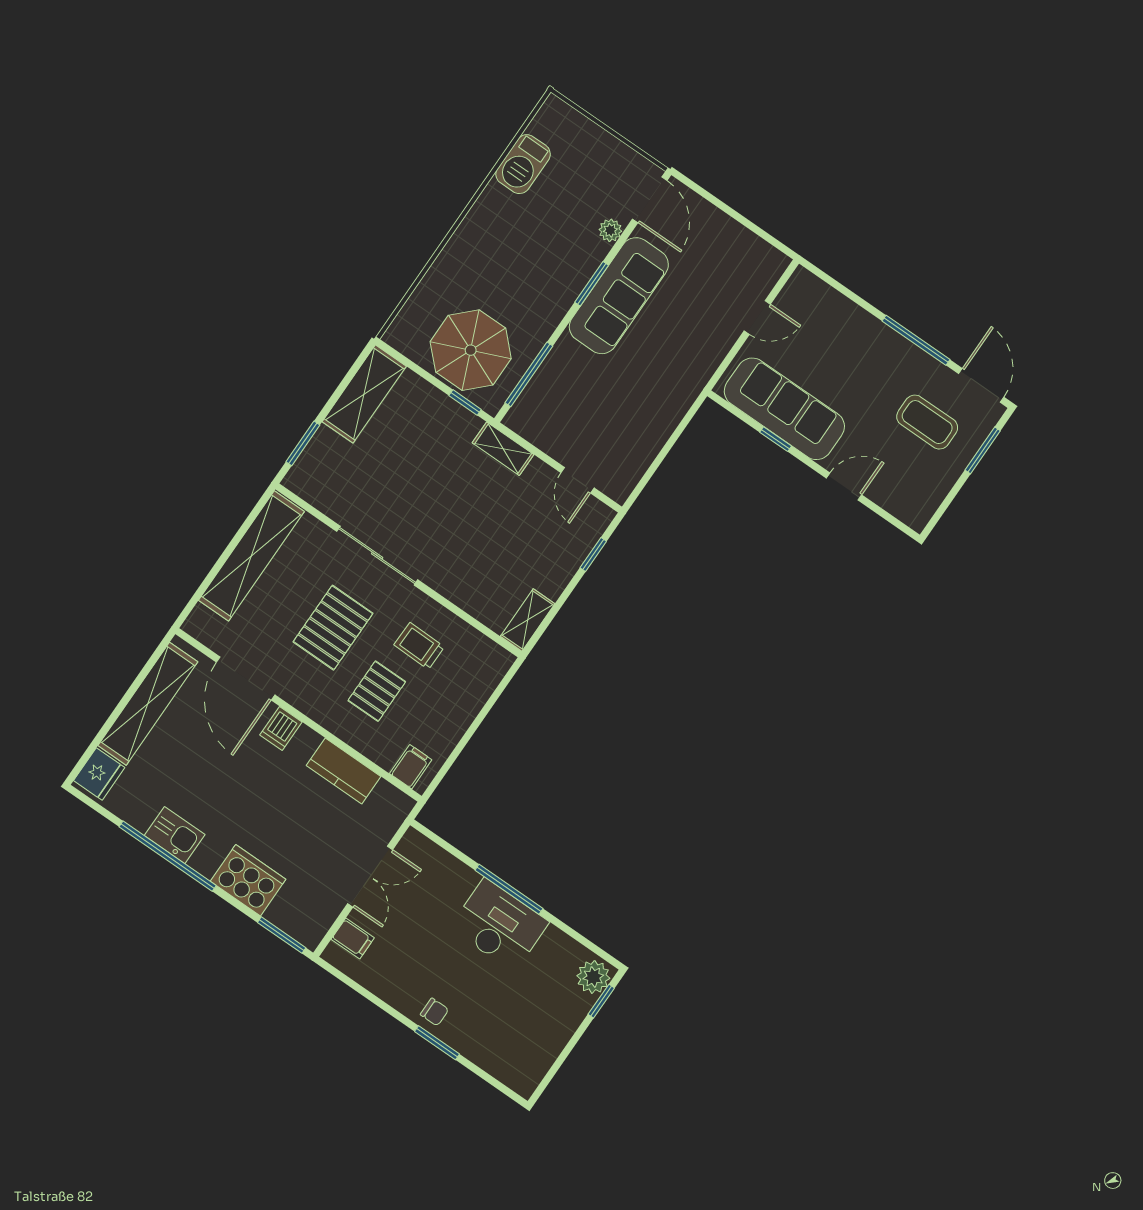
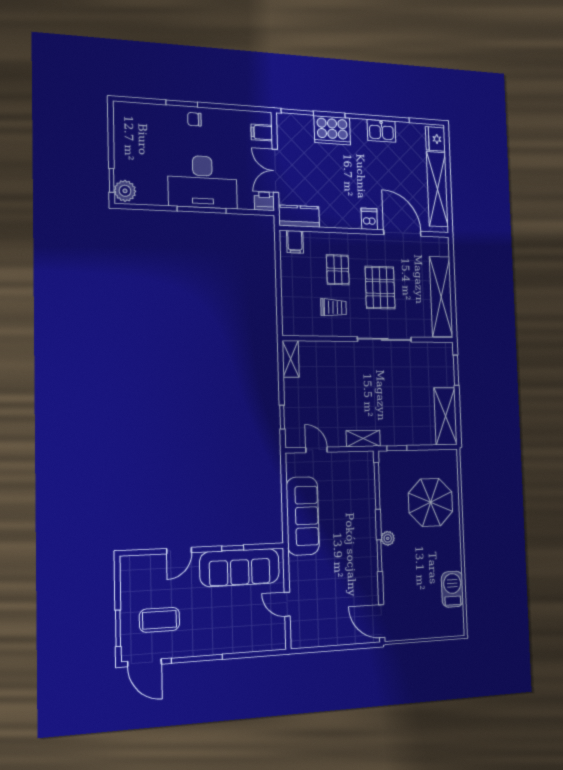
plant: (610, 230) -> (388, 538), moved
sofa: (619, 296) -> (303, 516), moved, turned 180
door: (757, 317) -> (287, 604), hinge flipped
parasol: (471, 350) -> (431, 502), moved
kitchen counter: (344, 771) -> (299, 216), moved
printer: (415, 846) -> (264, 201), added
desk: (499, 925) -> (203, 182), width x1.36, depth x1.30

